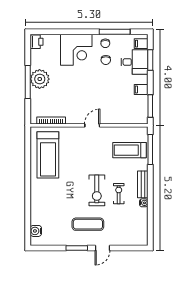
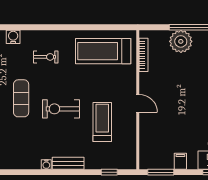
plant: (40, 79) -> (181, 41), moved
treadmill: (130, 150) -> (102, 122), moved
window: (150, 150) -> (109, 172), width x0.46
exercise bike: (119, 194) -> (46, 57), moved

